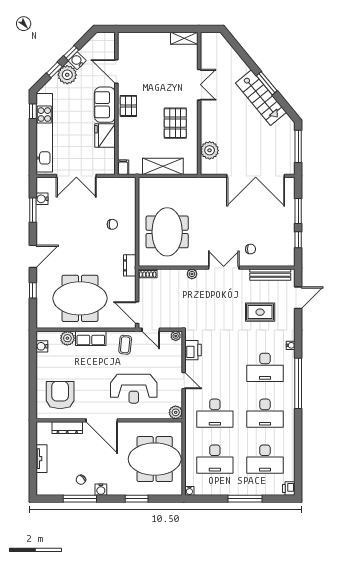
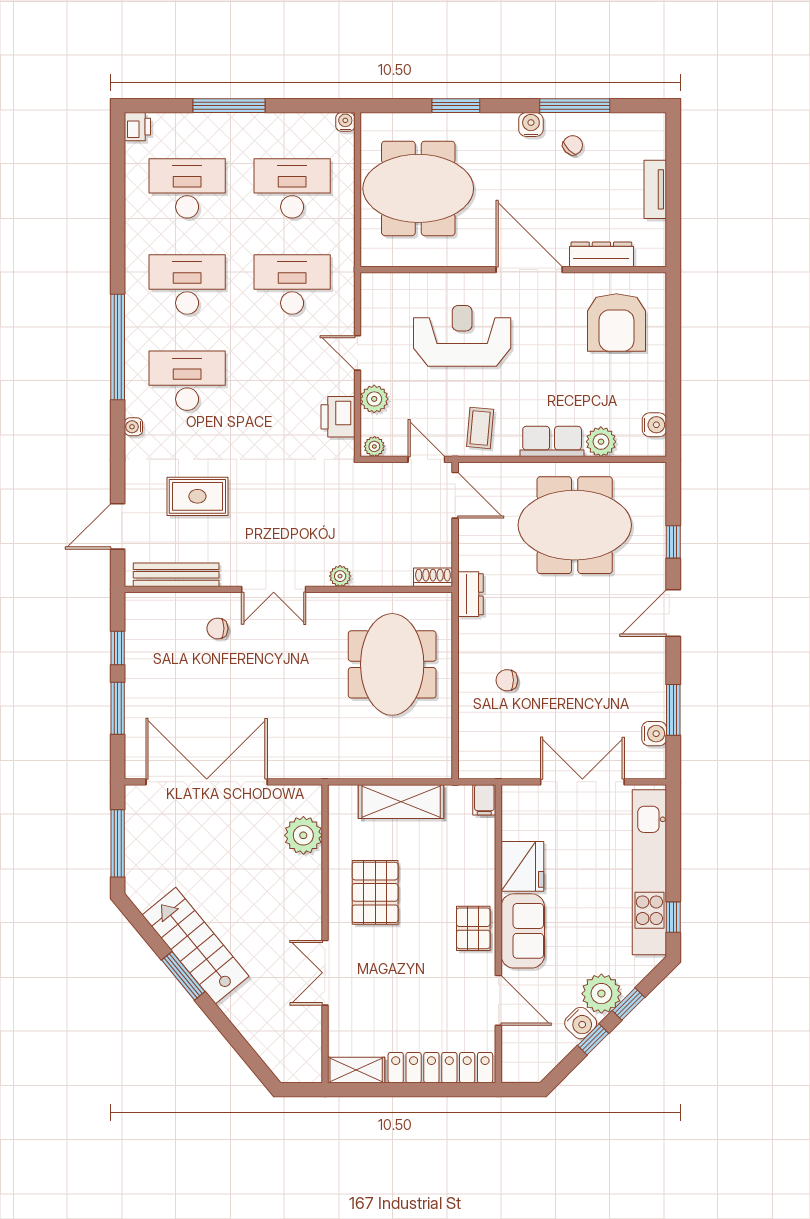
locker: (144, 39) -> (440, 1068), added
plant: (176, 412) -> (374, 399), moved

